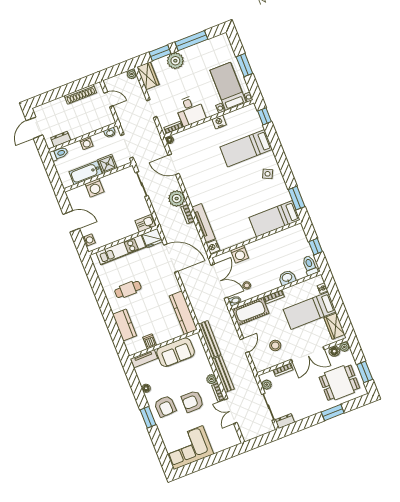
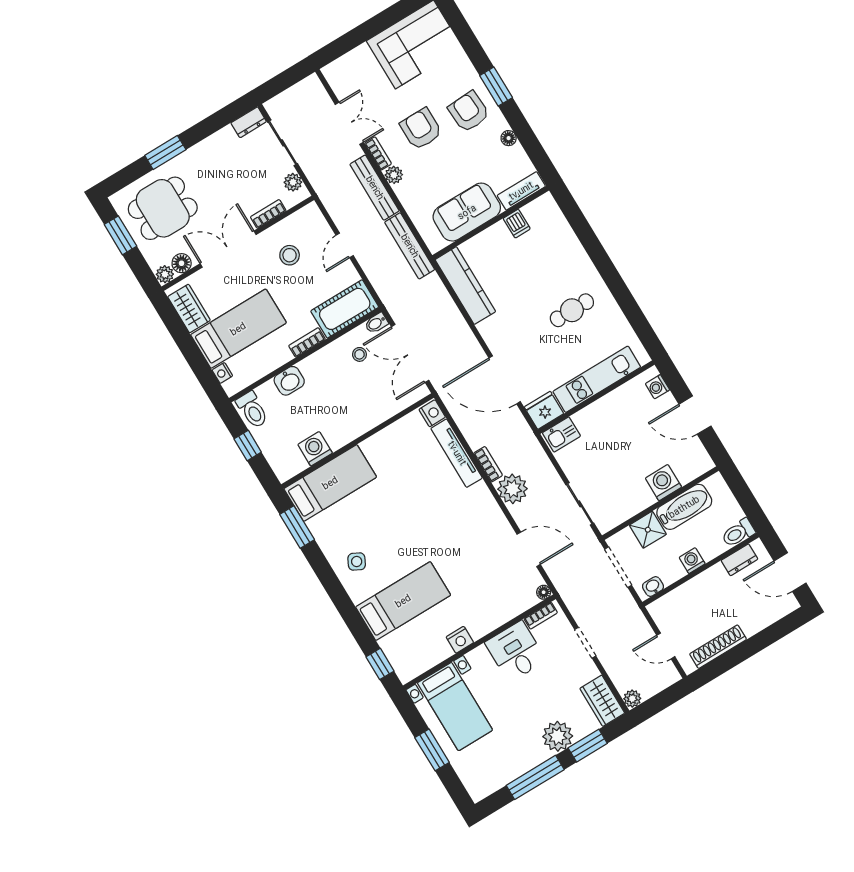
door: (35, 128) -> (790, 572), swing flipped
washing machine: (240, 254) -> (315, 449), moved
kitchen counter: (125, 325) -> (567, 245), removed
armchair: (193, 401) -> (421, 129), turned -90

